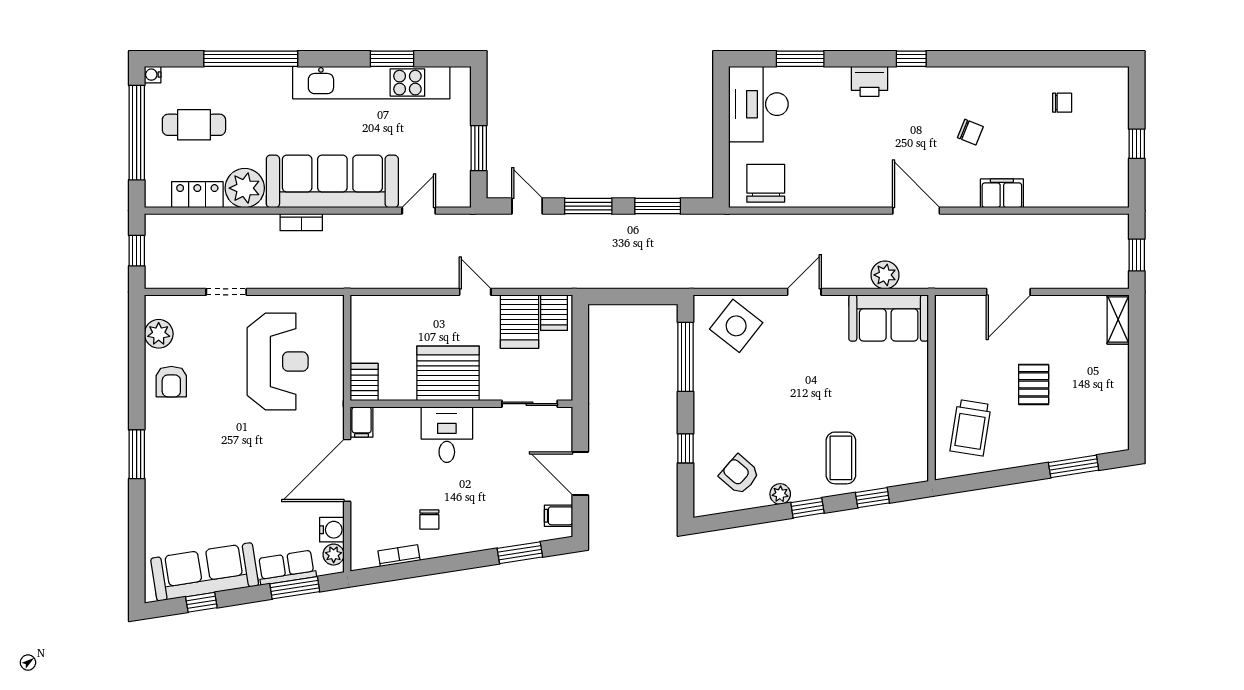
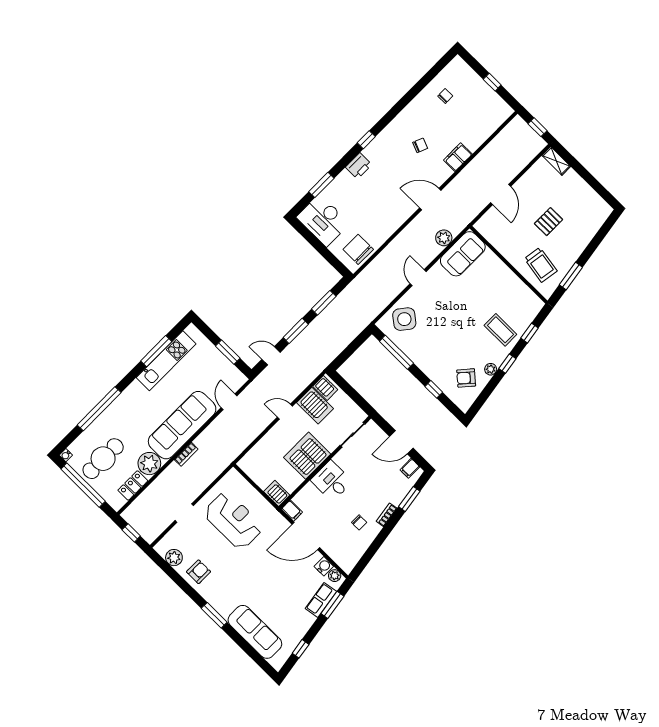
window: (392, 59) -> (156, 351), width x1.44
kitchen unit: (371, 83) -> (166, 361), width x0.73
cafe table: (194, 125) -> (103, 459), width x1.37, depth x1.35
armchair: (171, 382) -> (199, 572), turned -90
pallet: (1034, 384) -> (549, 222), turned 90
window: (1074, 466) -> (571, 276), moved
door: (347, 470) -> (306, 536), hinge flipped
bookcase: (399, 556) -> (387, 515), moved
sofa: (205, 572) -> (255, 632), moved, turned 99

